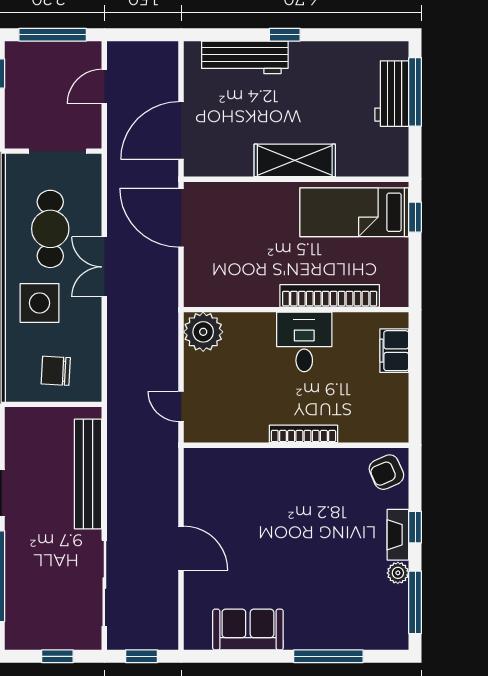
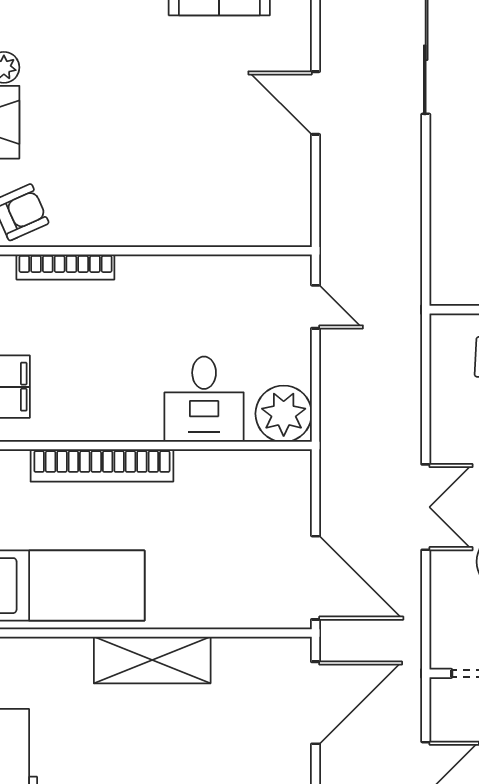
desk: (304, 342) -> (204, 399), moved
bookcase: (303, 434) -> (65, 267), moved
bench: (88, 474) -> (449, 210), removed

